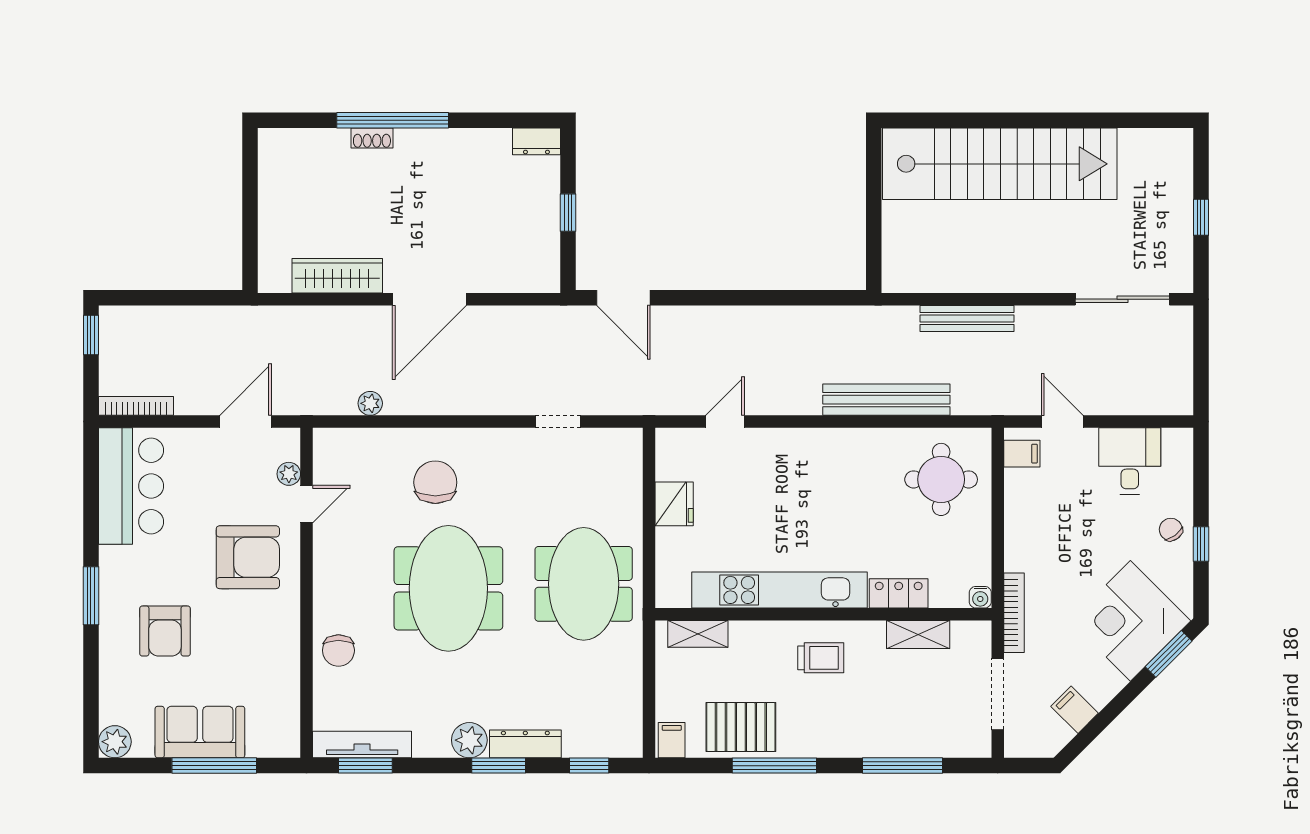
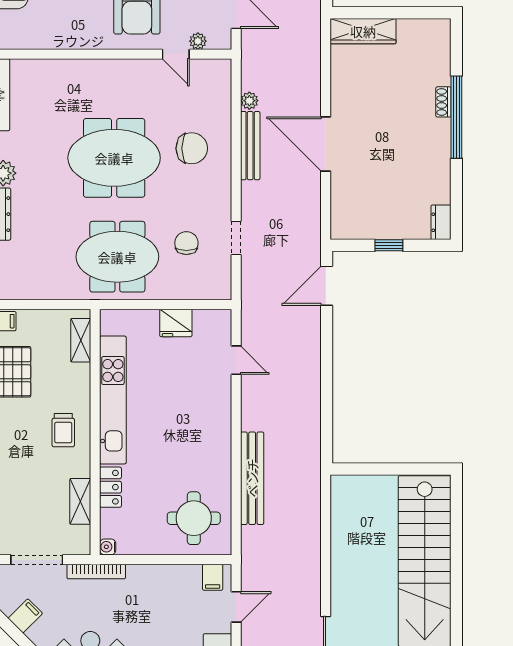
wardrobe: (337, 276) -> (363, 31), moved, turned 90
bench: (967, 318) -> (250, 146), moved
chair: (338, 650) -> (186, 243), moved, turned 90

